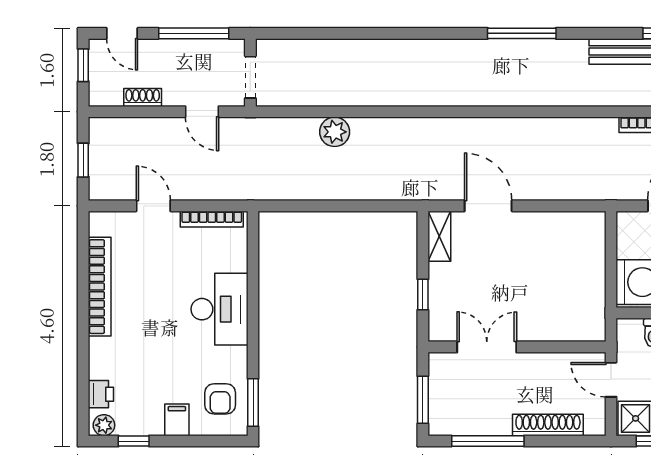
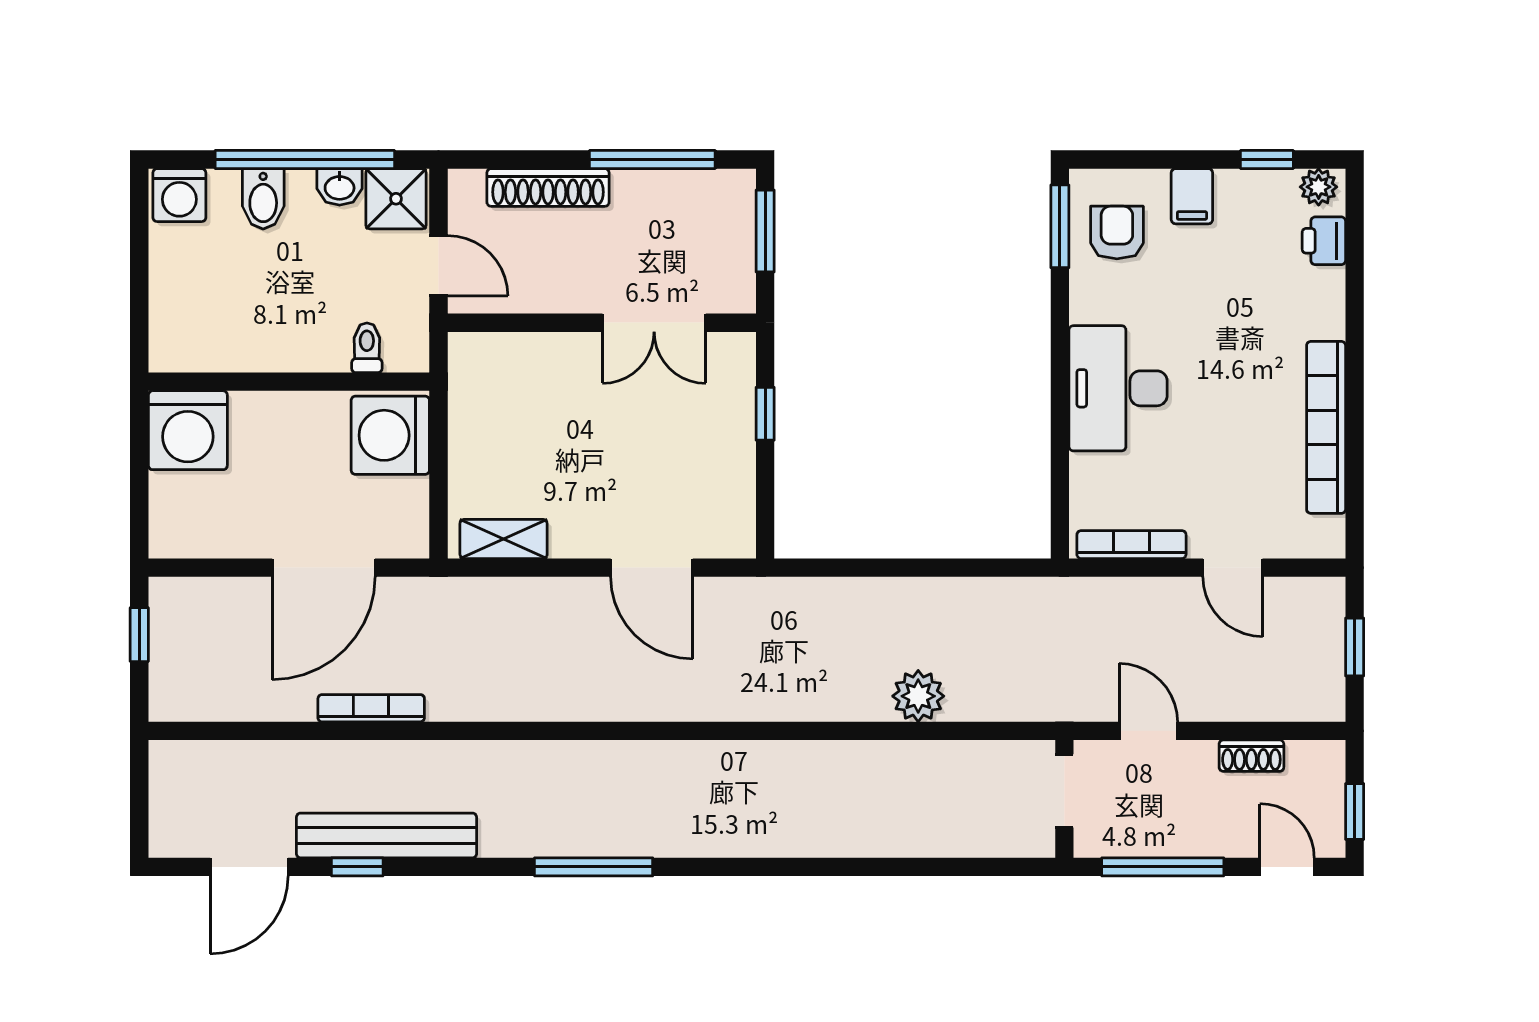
shelving: (439, 236) -> (504, 539), moved, turned 90

